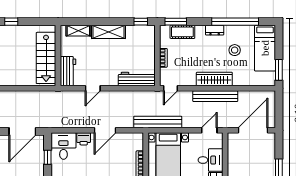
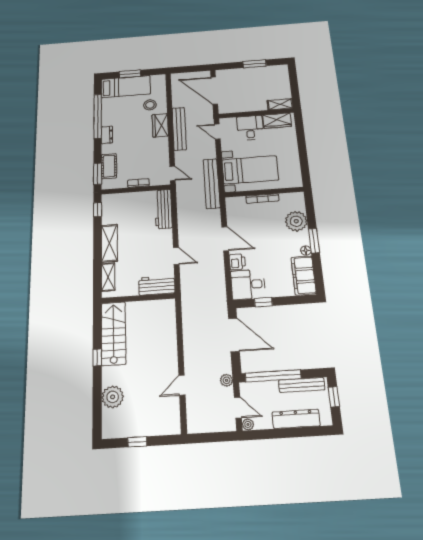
stool: (235, 50) -> (150, 105), moved
stairs: (46, 58) -> (114, 333), moved, turned -90
window: (279, 70) -> (130, 74), moved
wardrobe: (214, 79) -> (160, 125), width x0.67

